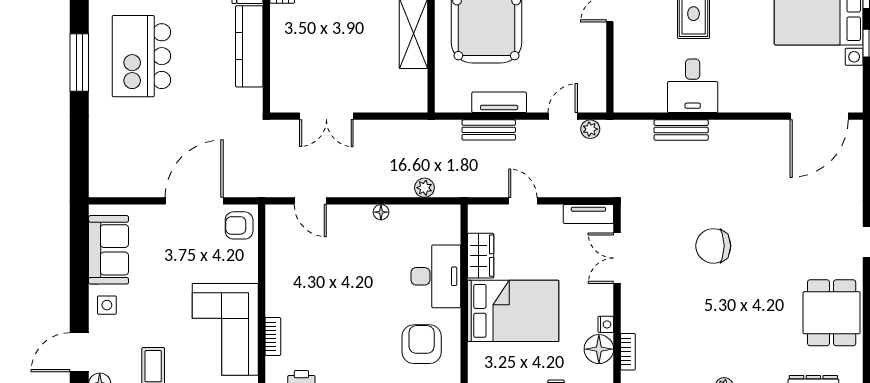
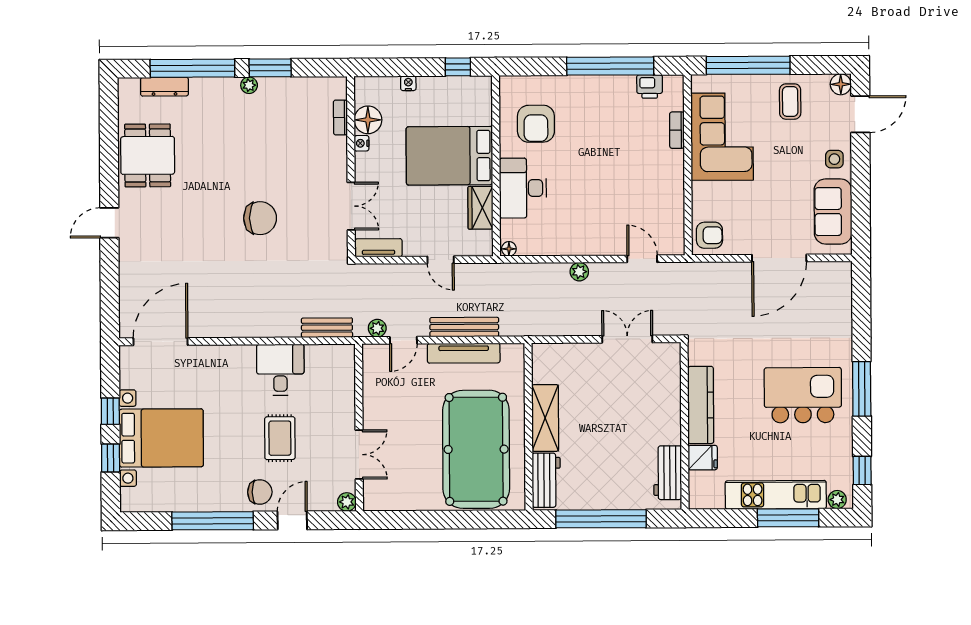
kitchen island: (141, 56) -> (803, 395), turned -90
tv unit: (499, 102) -> (464, 353), width x1.41
bench: (489, 130) -> (464, 327), width x1.36
bench: (681, 130) -> (327, 328), moved
plant: (424, 188) -> (579, 272), moved
door: (194, 201) -> (779, 258), moved
floor lamp: (381, 212) -> (509, 249), moved

